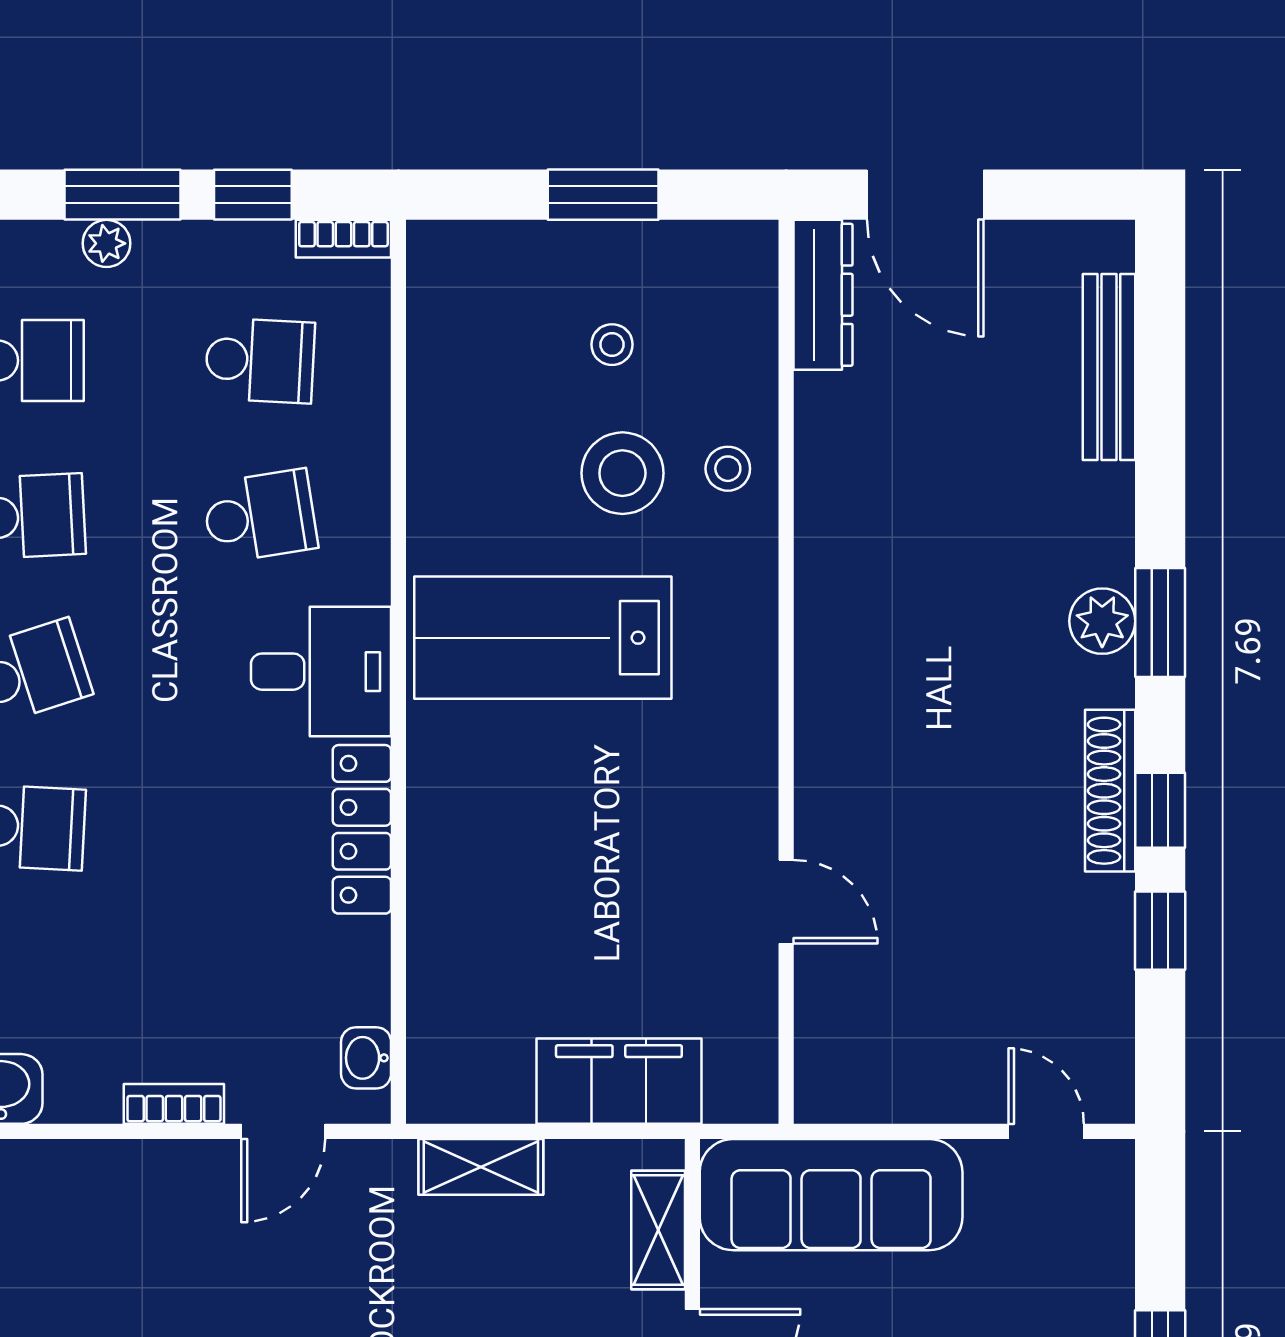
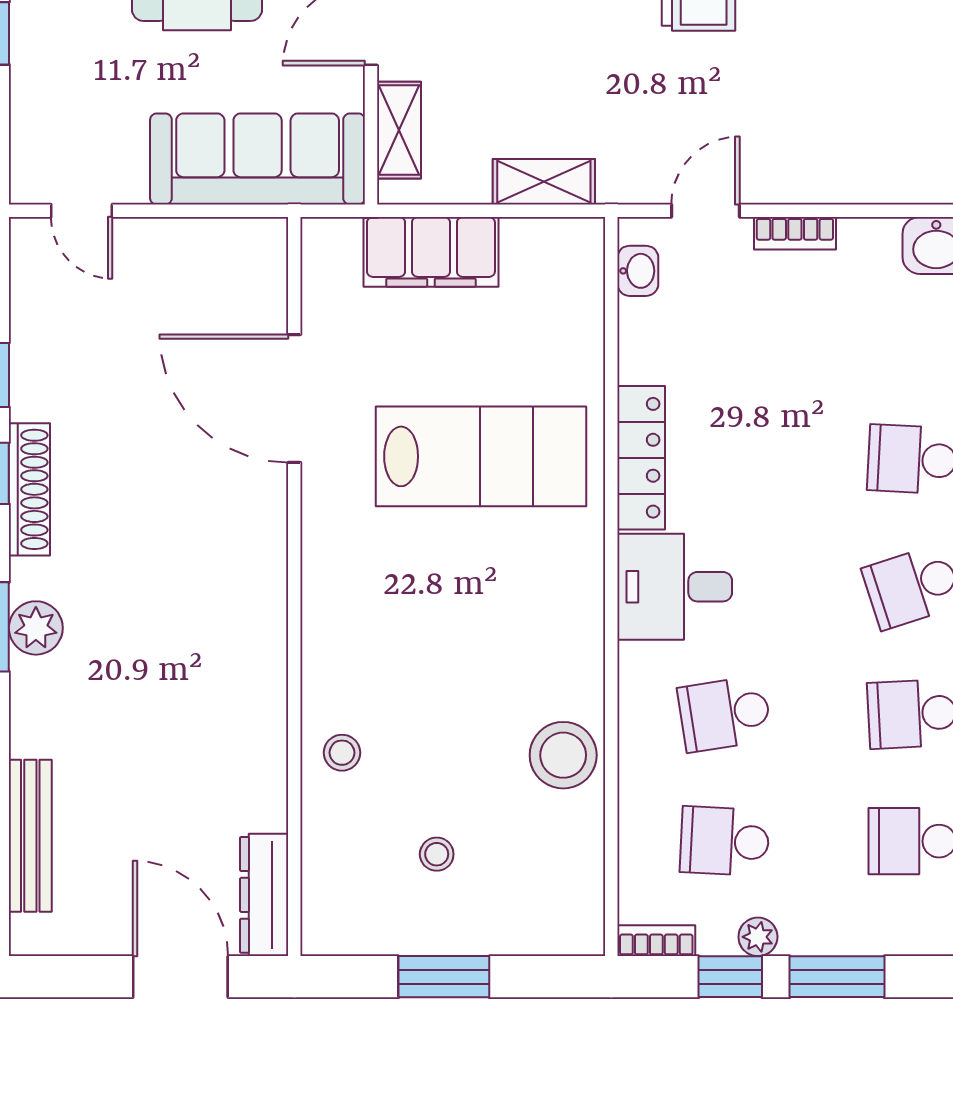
plant: (107, 243) -> (758, 937), moved
stool: (622, 473) -> (563, 755), moved
lab bench: (543, 638) -> (481, 456), moved
door: (786, 902) -> (294, 399), width x1.87

